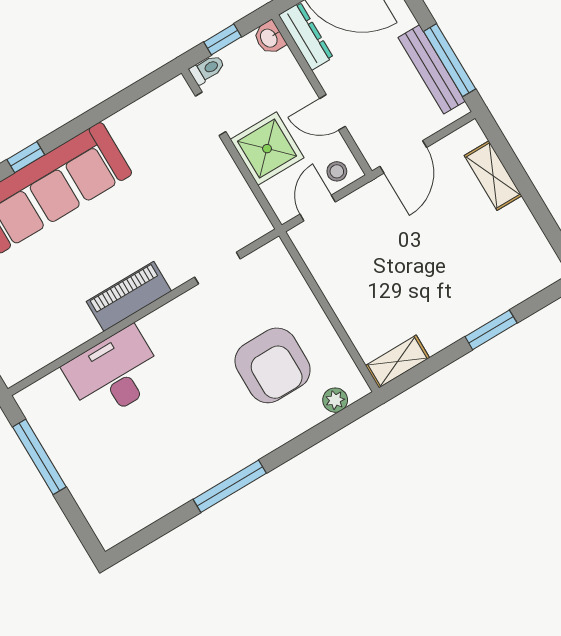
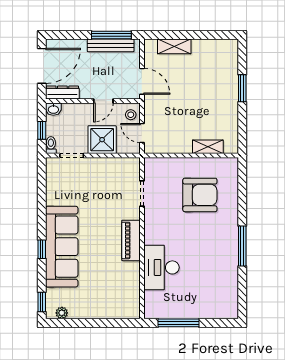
shelving: (397, 362) -> (208, 147), moved, turned 90
plant: (335, 400) -> (232, 176), removed

